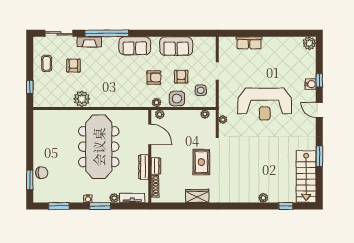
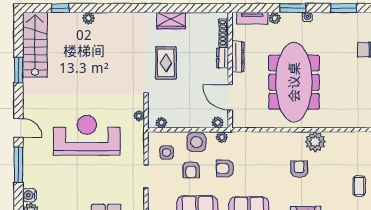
armchair: (73, 65) -> (299, 169), moved, turned 180
window: (319, 80) -> (19, 165), width x2.17
water cooler: (311, 84) -> (29, 195), moved

